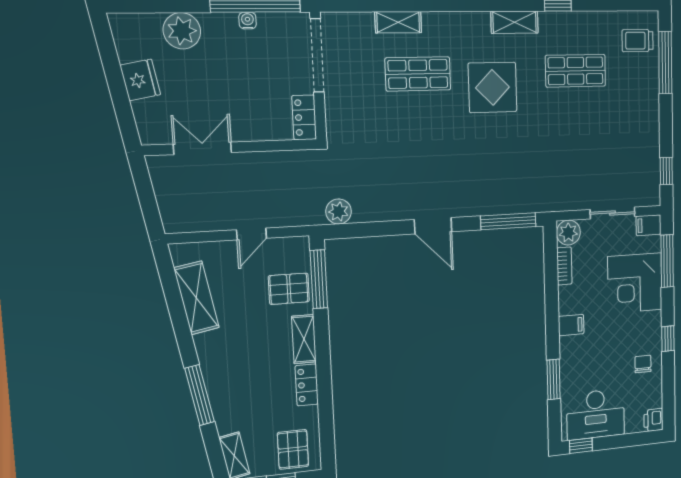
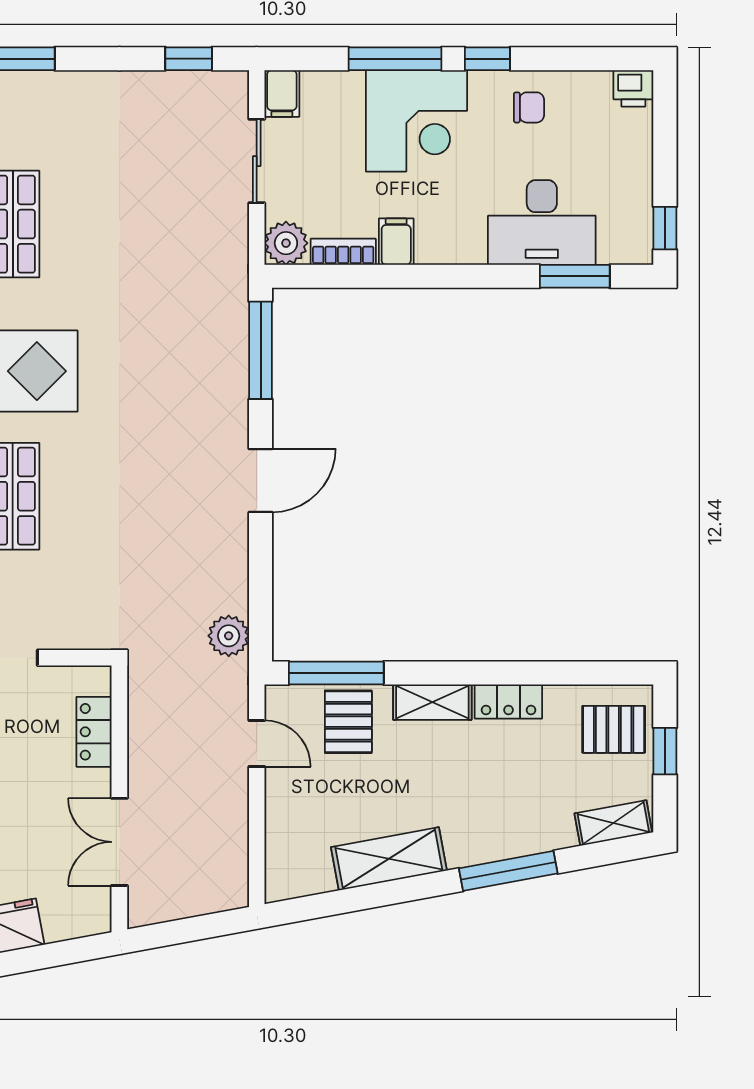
locker: (304, 117) -> (94, 732), moved, turned 90
door: (251, 234) -> (257, 743), moved
window: (667, 261) -> (395, 59), moved
corner desk: (635, 283) -> (417, 121), moved
shelving: (196, 298) -> (389, 859), moved
filing cabinet: (571, 325) -> (396, 242), moved
chair: (643, 364) -> (529, 107), turned 180
window: (554, 379) -> (575, 276), moved
desk: (596, 414) -> (542, 222), moved, turned 90

